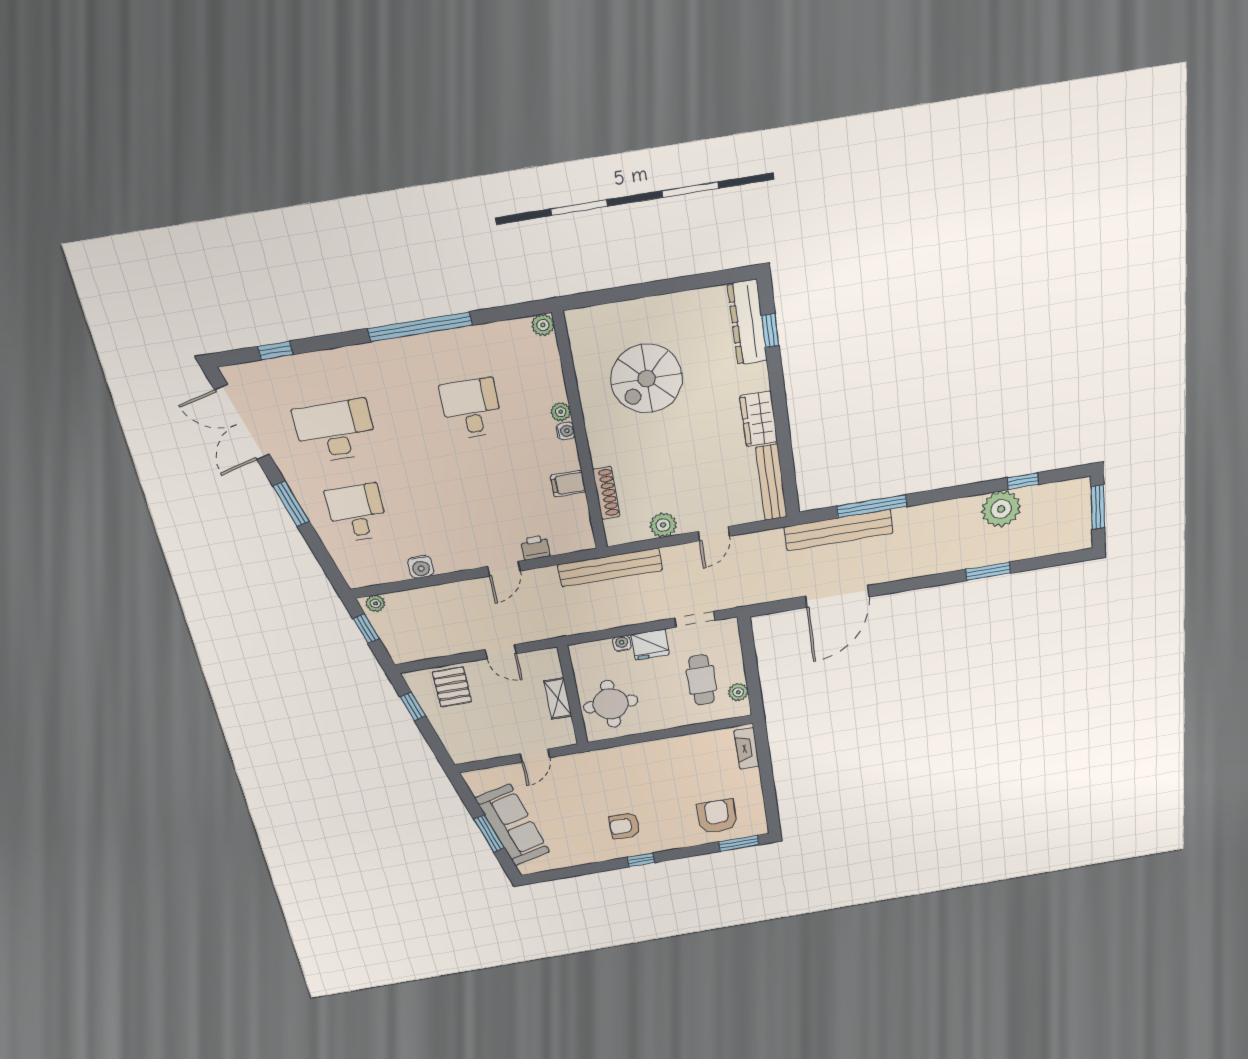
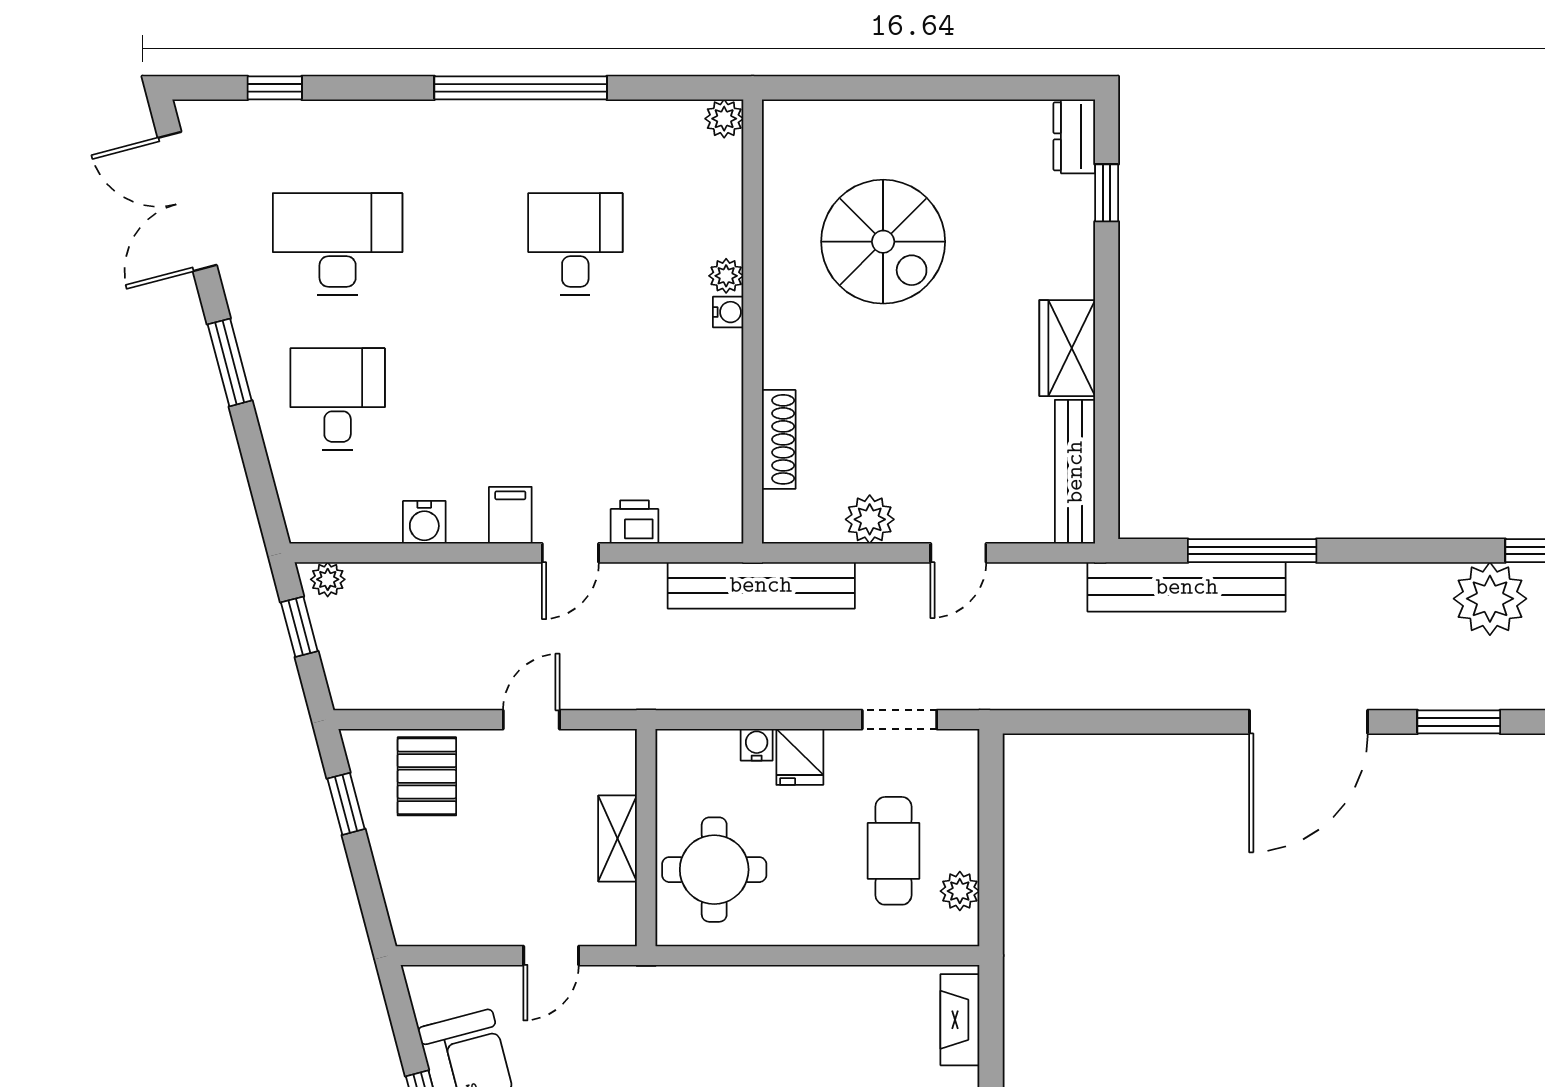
dresser: (747, 322) -> (1074, 136), width x0.51, depth x0.80
spiral stairs: (647, 379) -> (883, 242), turned -90
filing cabinet: (568, 484) -> (510, 515), moved, turned 90
door: (837, 596) -> (1309, 722), moved
fridge: (650, 645) -> (800, 757), width x0.72
door: (501, 652) -> (531, 720), swing flipped

